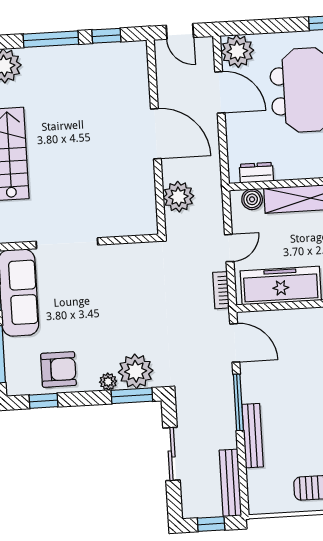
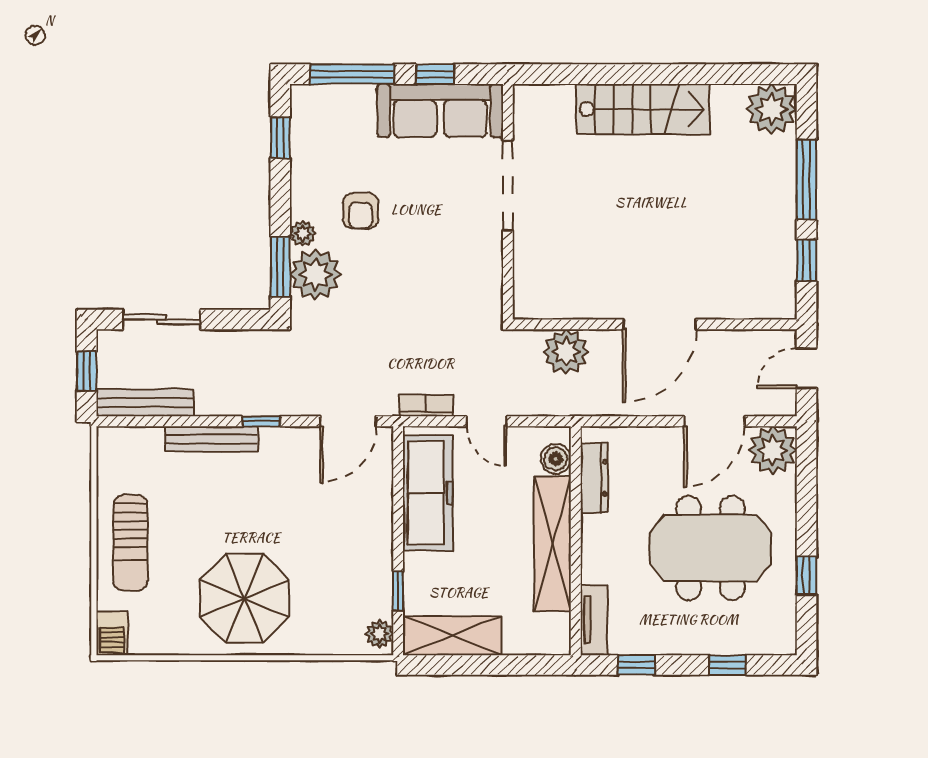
dresser: (256, 173) -> (594, 478), width x1.44
armchair: (58, 369) -> (361, 211), moved, width x0.72, depth x0.72
window: (238, 402) -> (261, 421), width x0.46
sliding door: (172, 454) -> (162, 320), moved

